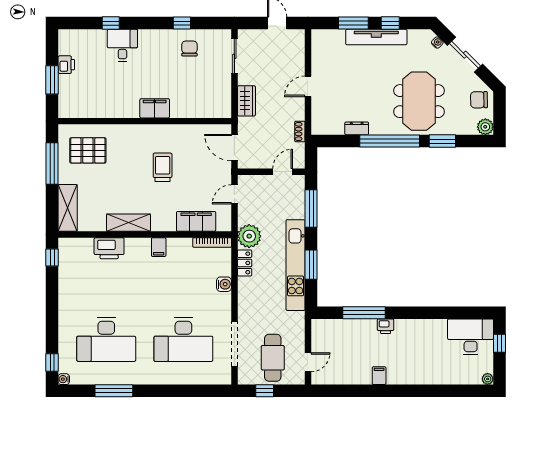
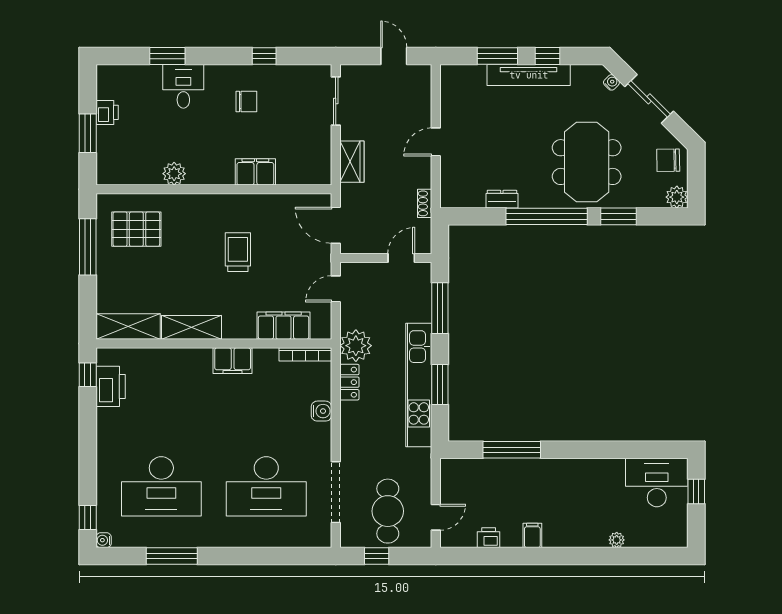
window: (111, 23) -> (167, 56), width x1.50
chair: (189, 49) -> (246, 101), moved, turned 90
filing cabinet: (155, 108) -> (255, 172), moved
plant: (116, 110) -> (174, 174), added
shelving: (68, 208) -> (128, 327), moved, turned 90
filing cabinet: (159, 247) -> (233, 361), width x2.00
printer: (109, 248) -> (111, 386), moved, turned -90
printer: (386, 326) -> (489, 538), moved, turned 180
plant: (488, 379) -> (617, 540), moved

